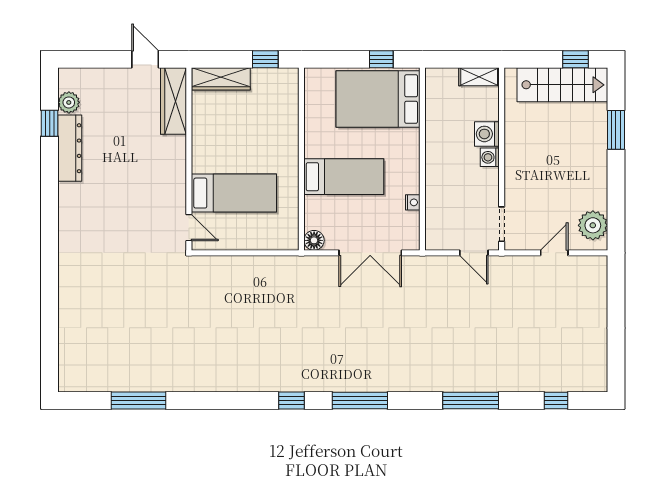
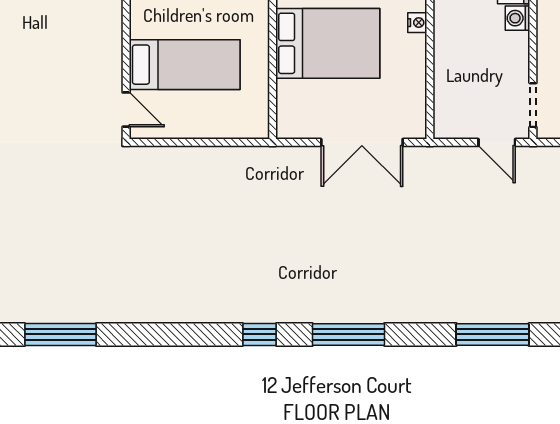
bed: (344, 177) -> (328, 43), width x1.50
nightstand: (413, 202) -> (417, 23), moved
floor lamp: (314, 240) -> (289, 126), removed

